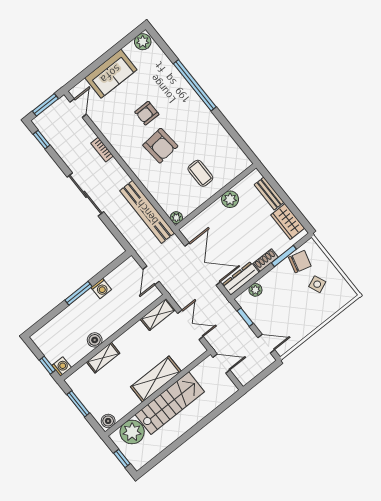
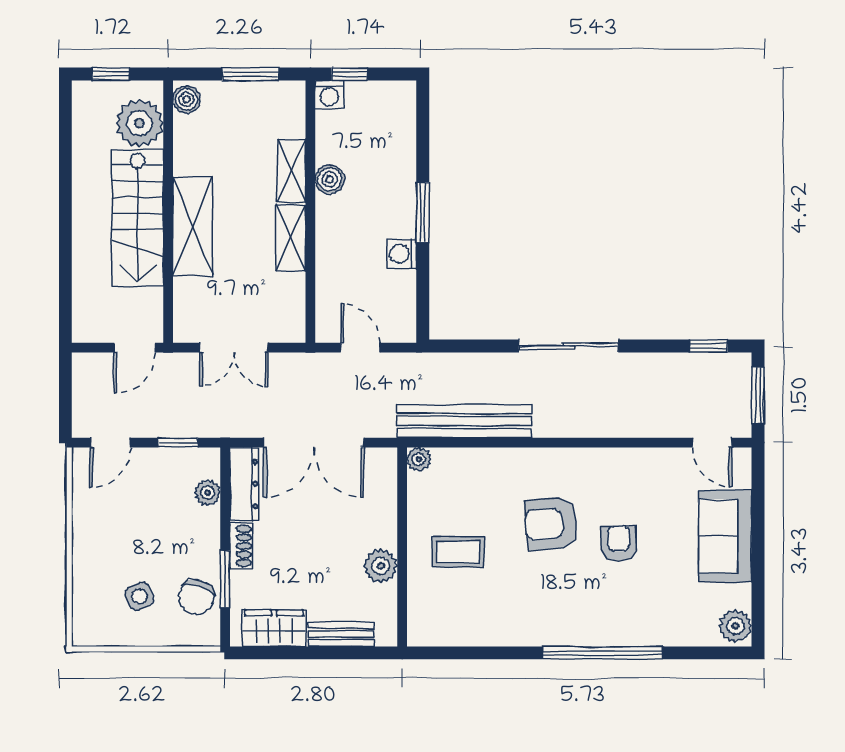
bookcase: (102, 150) -> (618, 428), removed
shelving: (158, 314) -> (291, 238), moved

